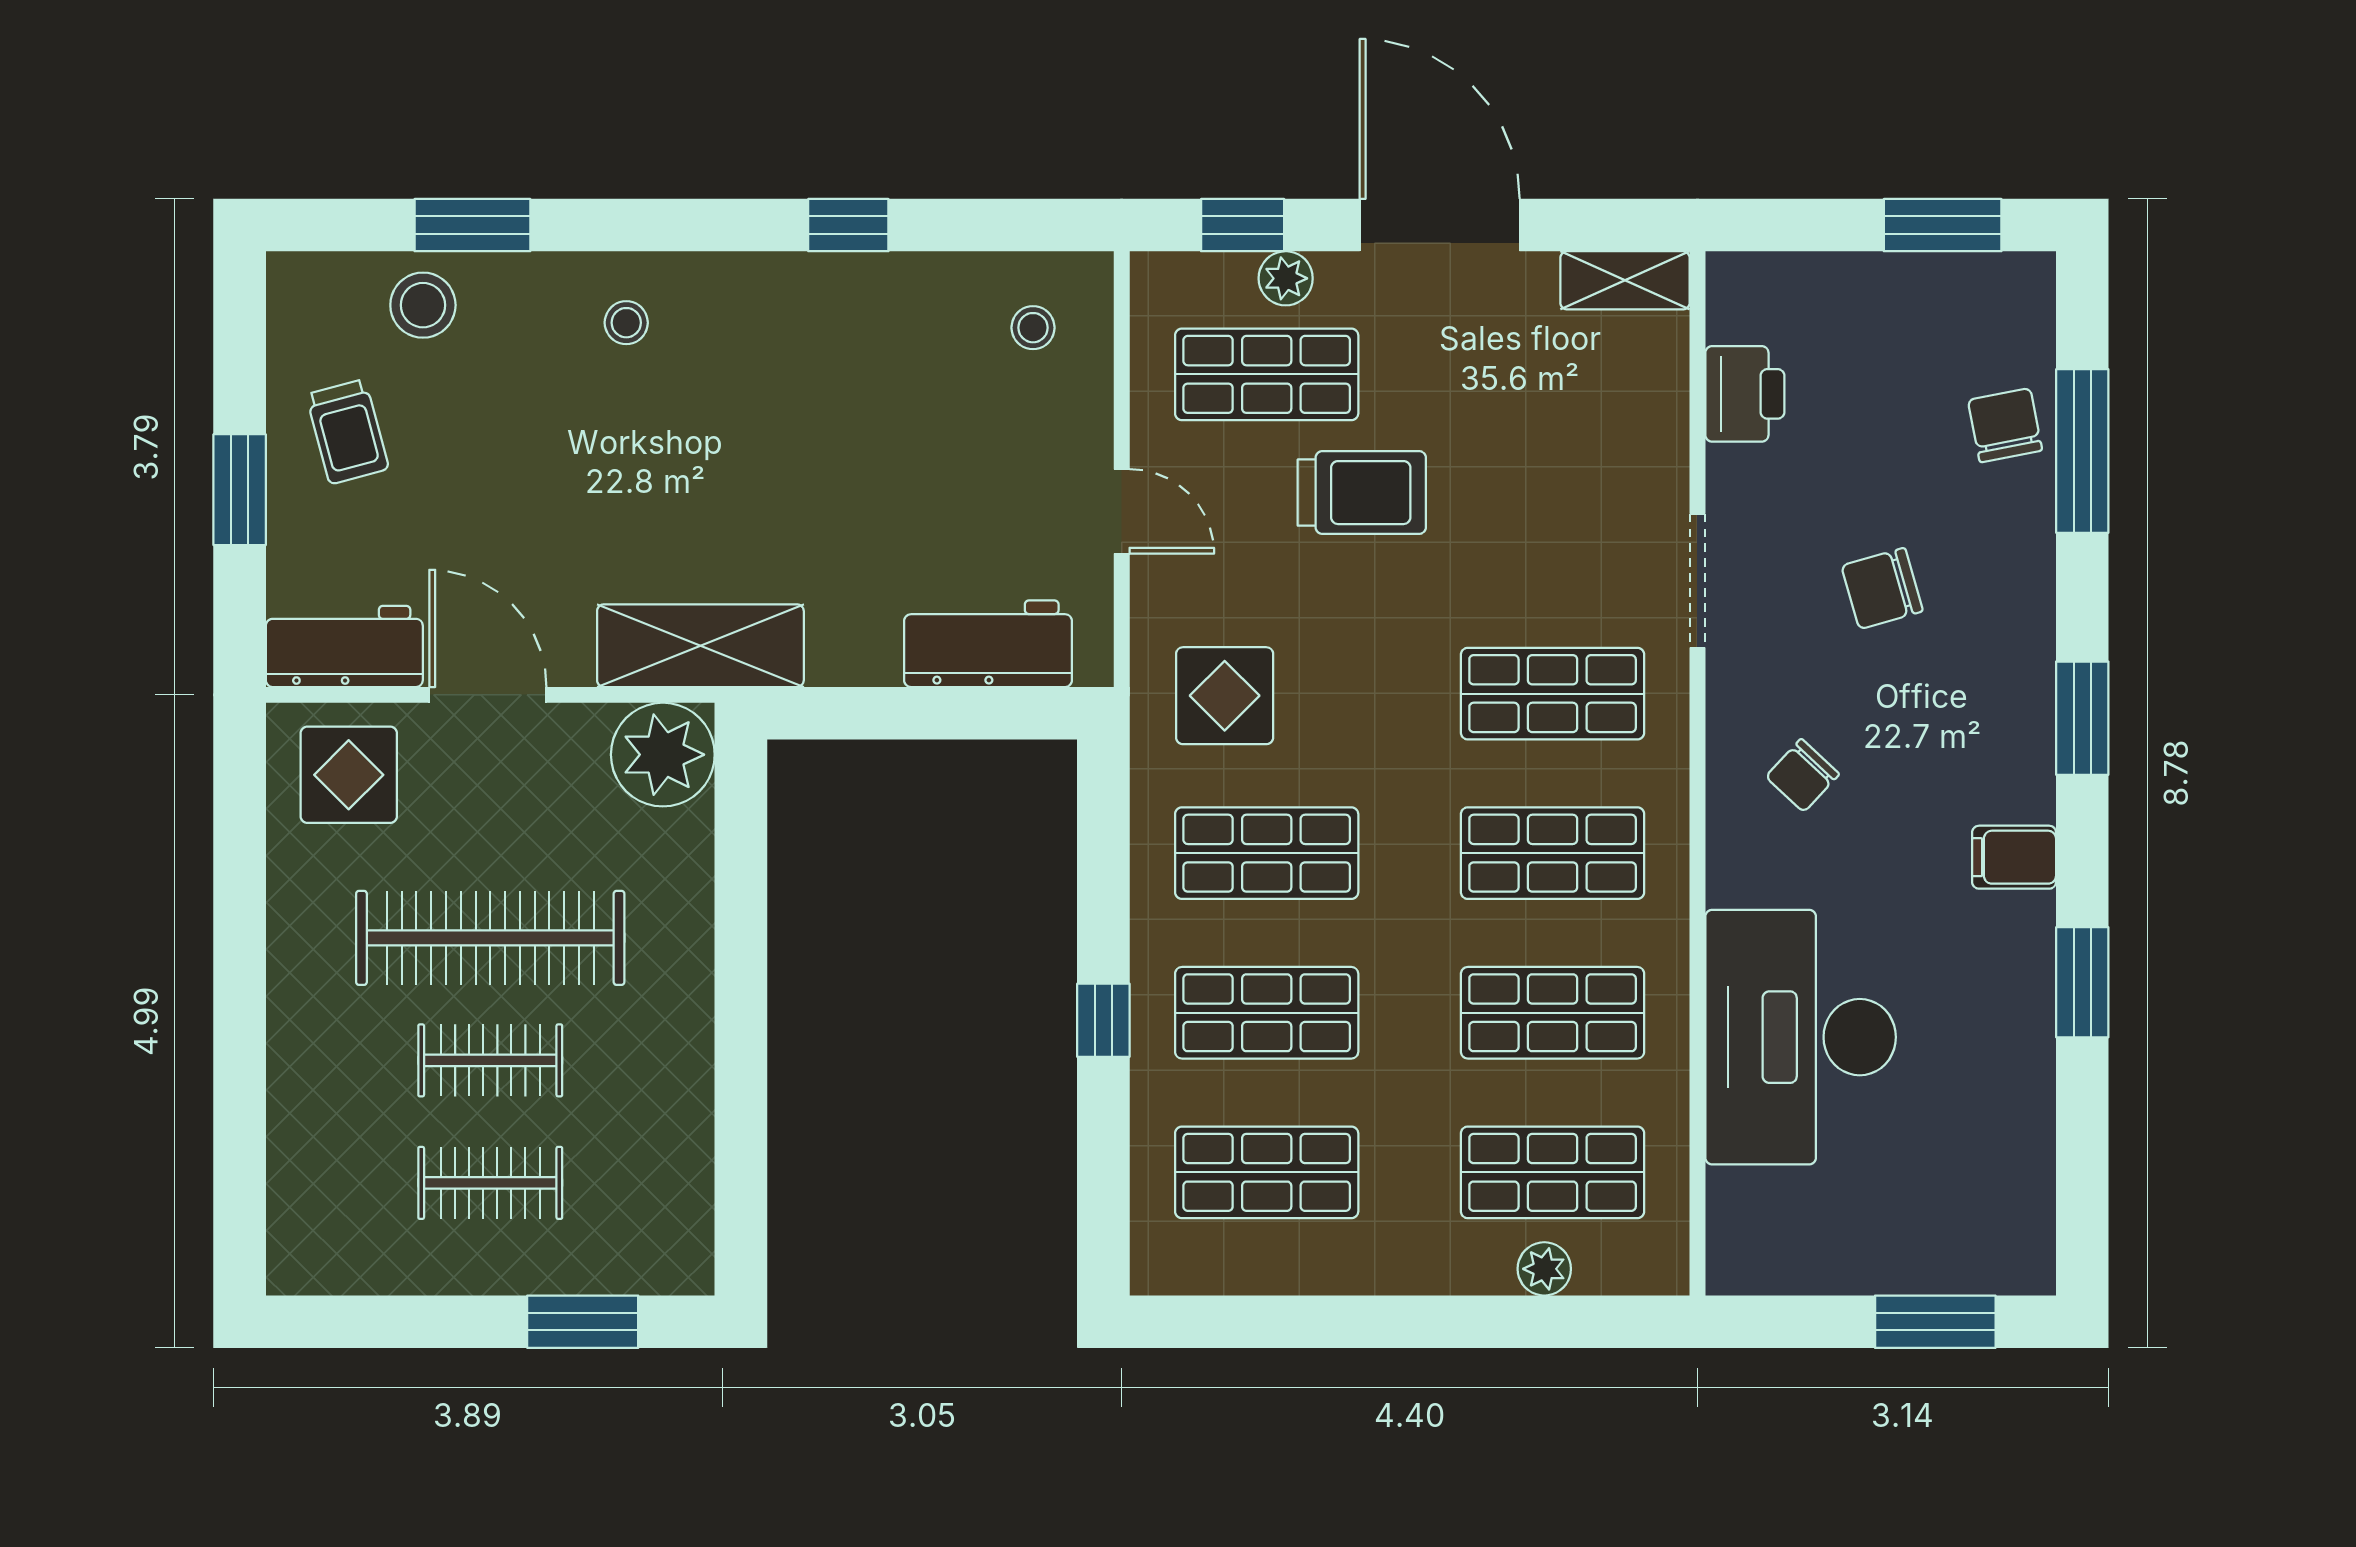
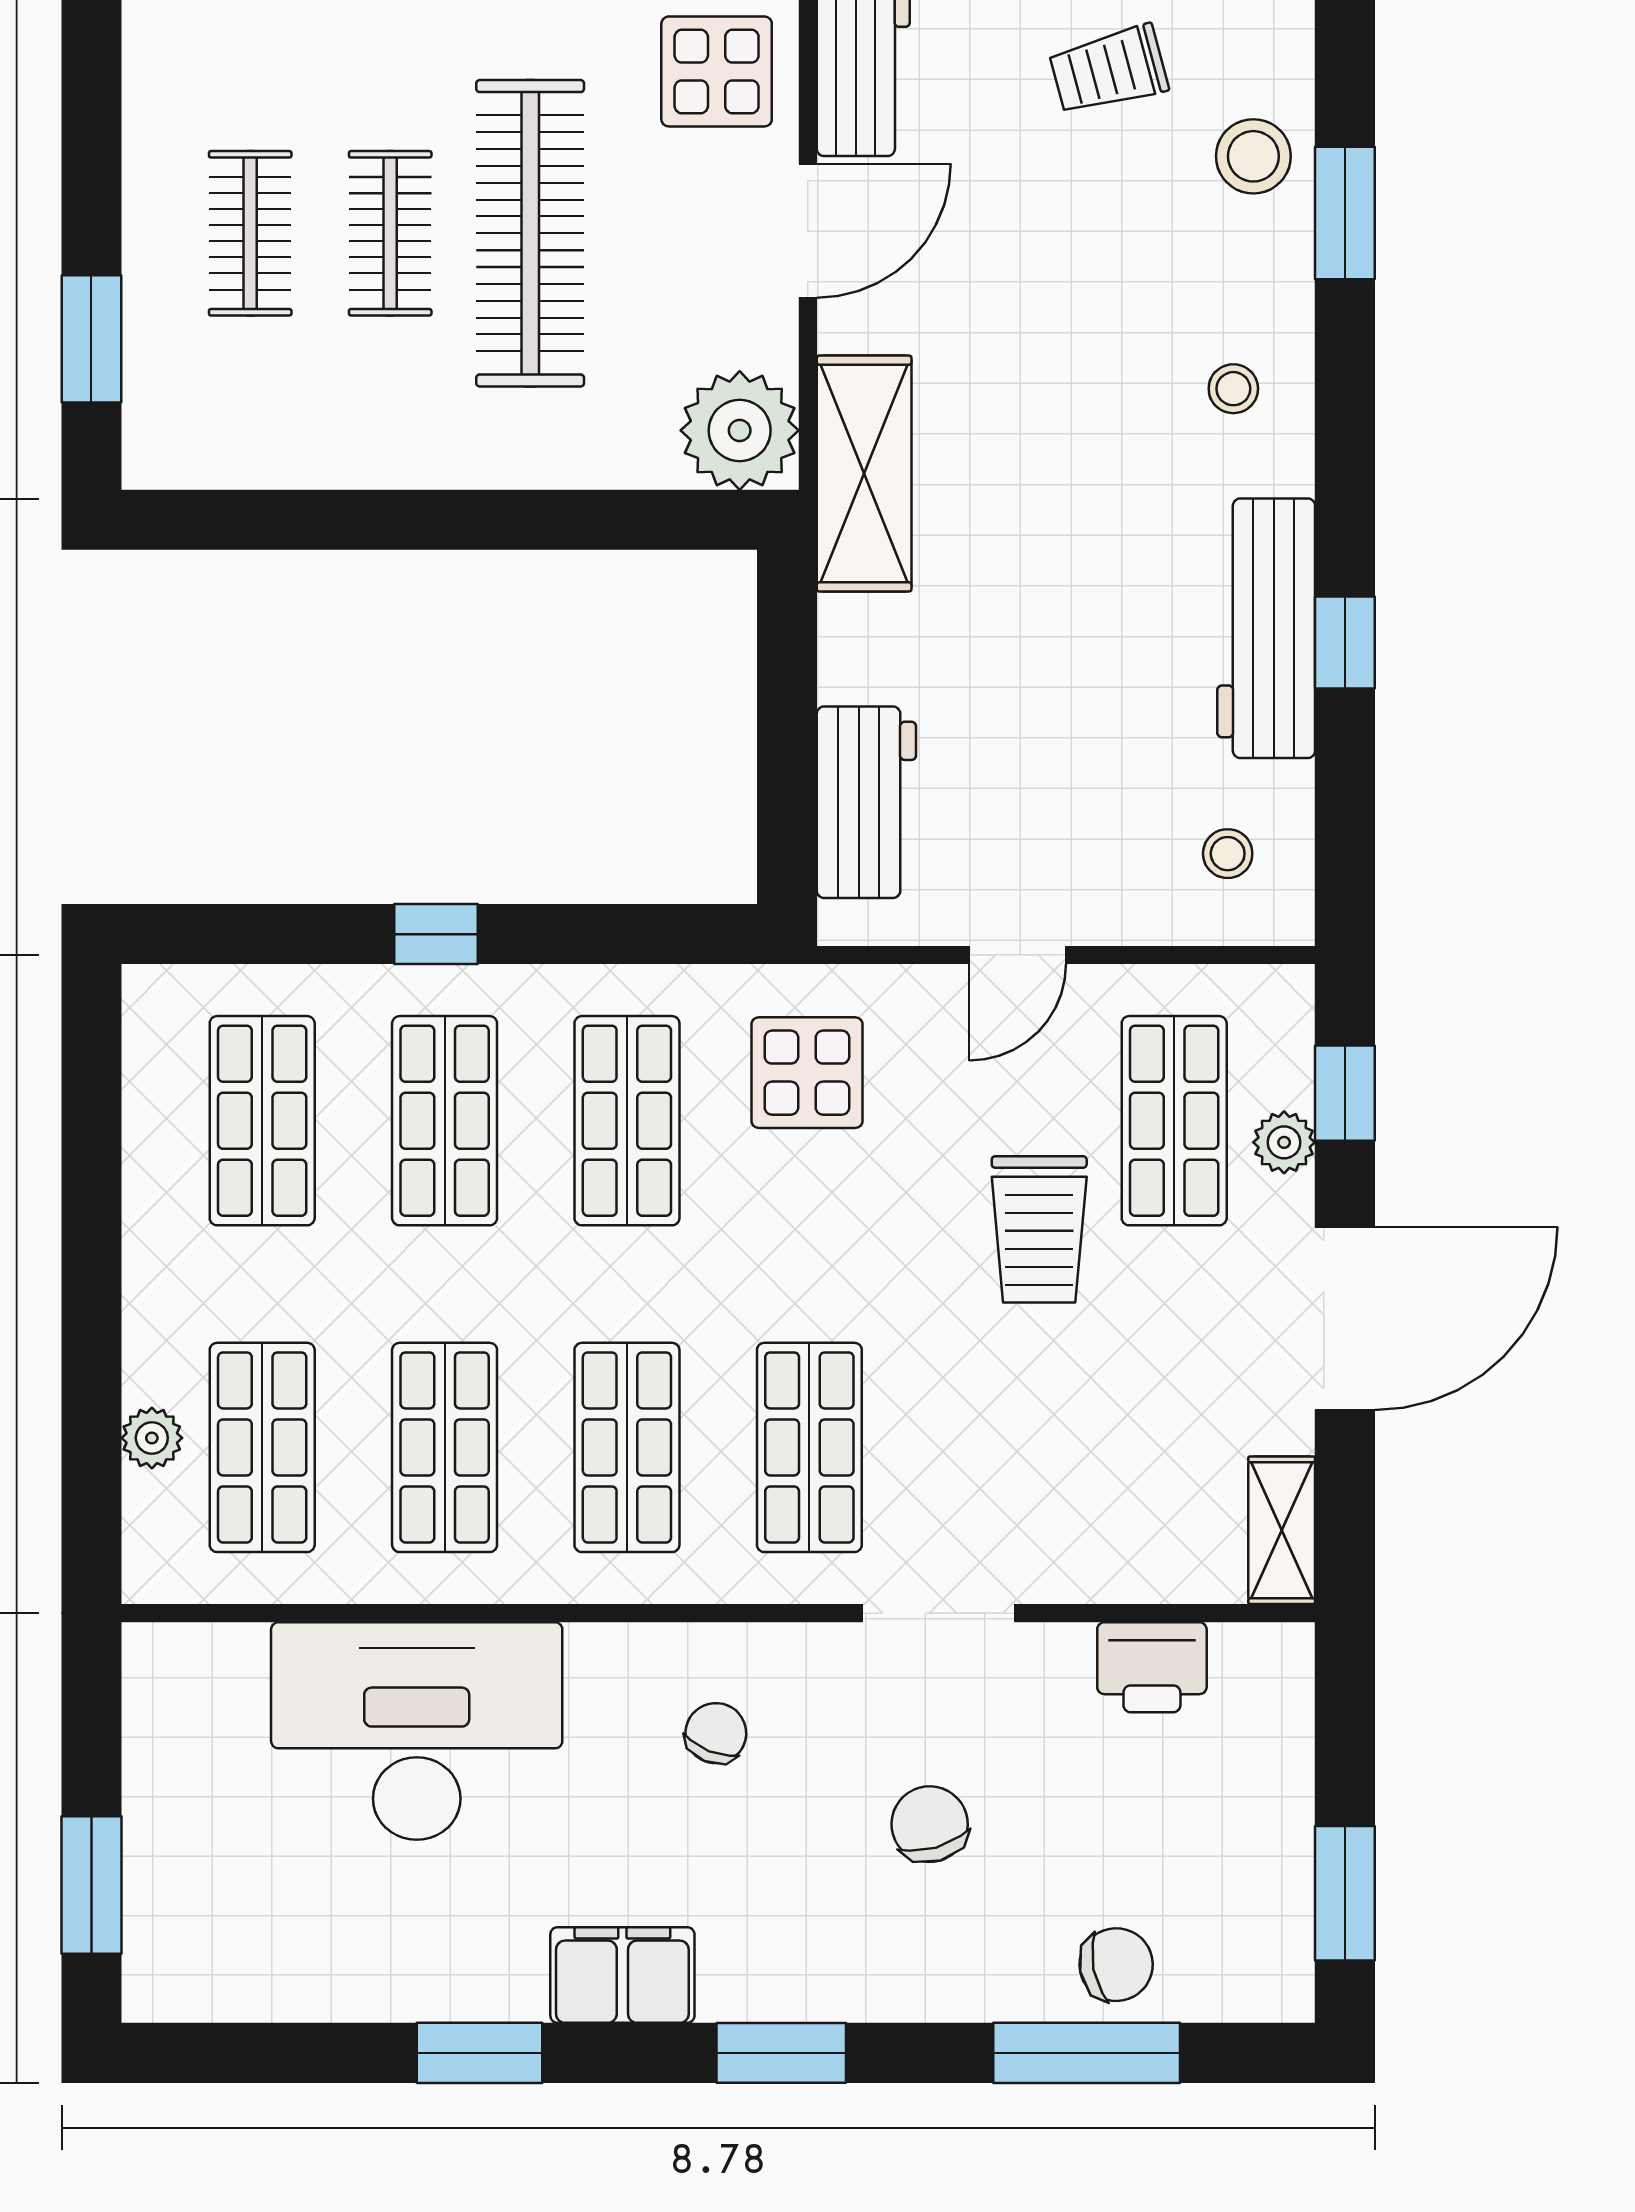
workbench: (836, 294) -> (1266, 628), added
chair: (1802, 775) -> (716, 1733), turned 69
filing cabinet: (2014, 857) -> (622, 1975), width x2.00

